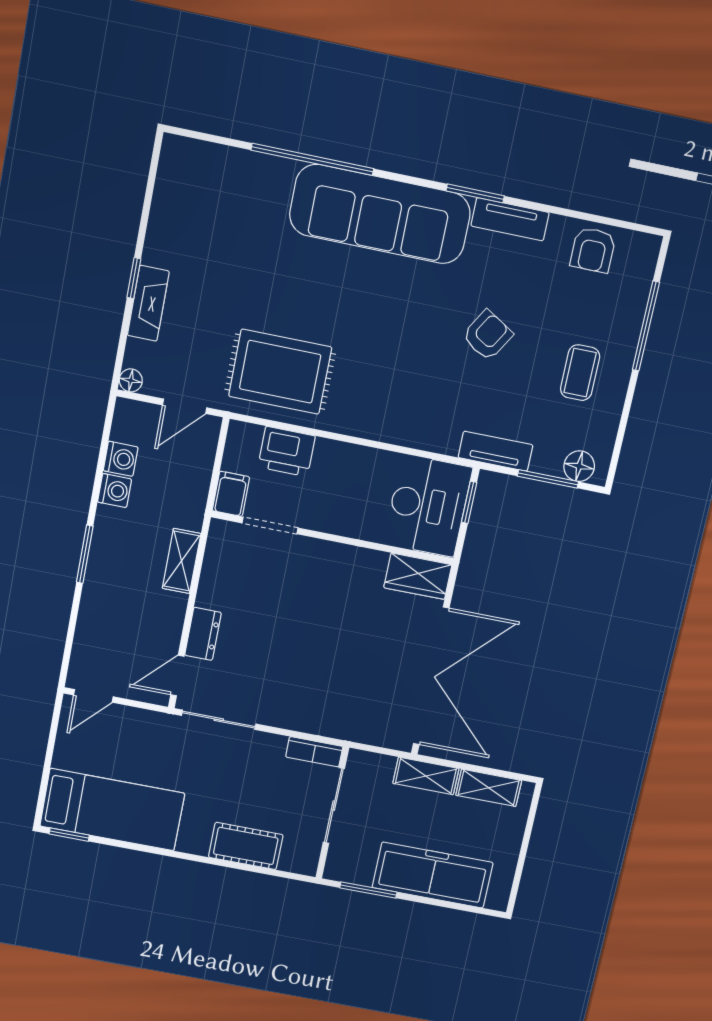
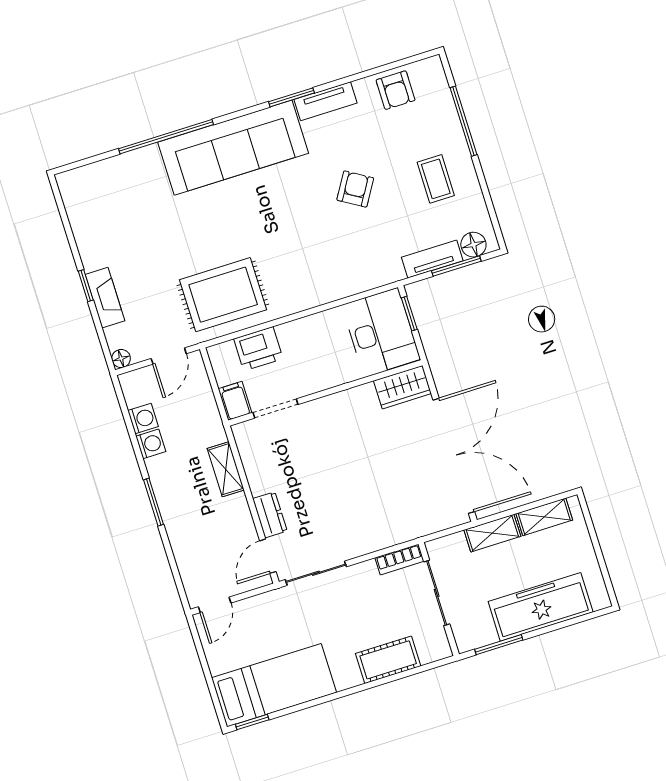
tv unit: (495, 451) -> (432, 259), moved

